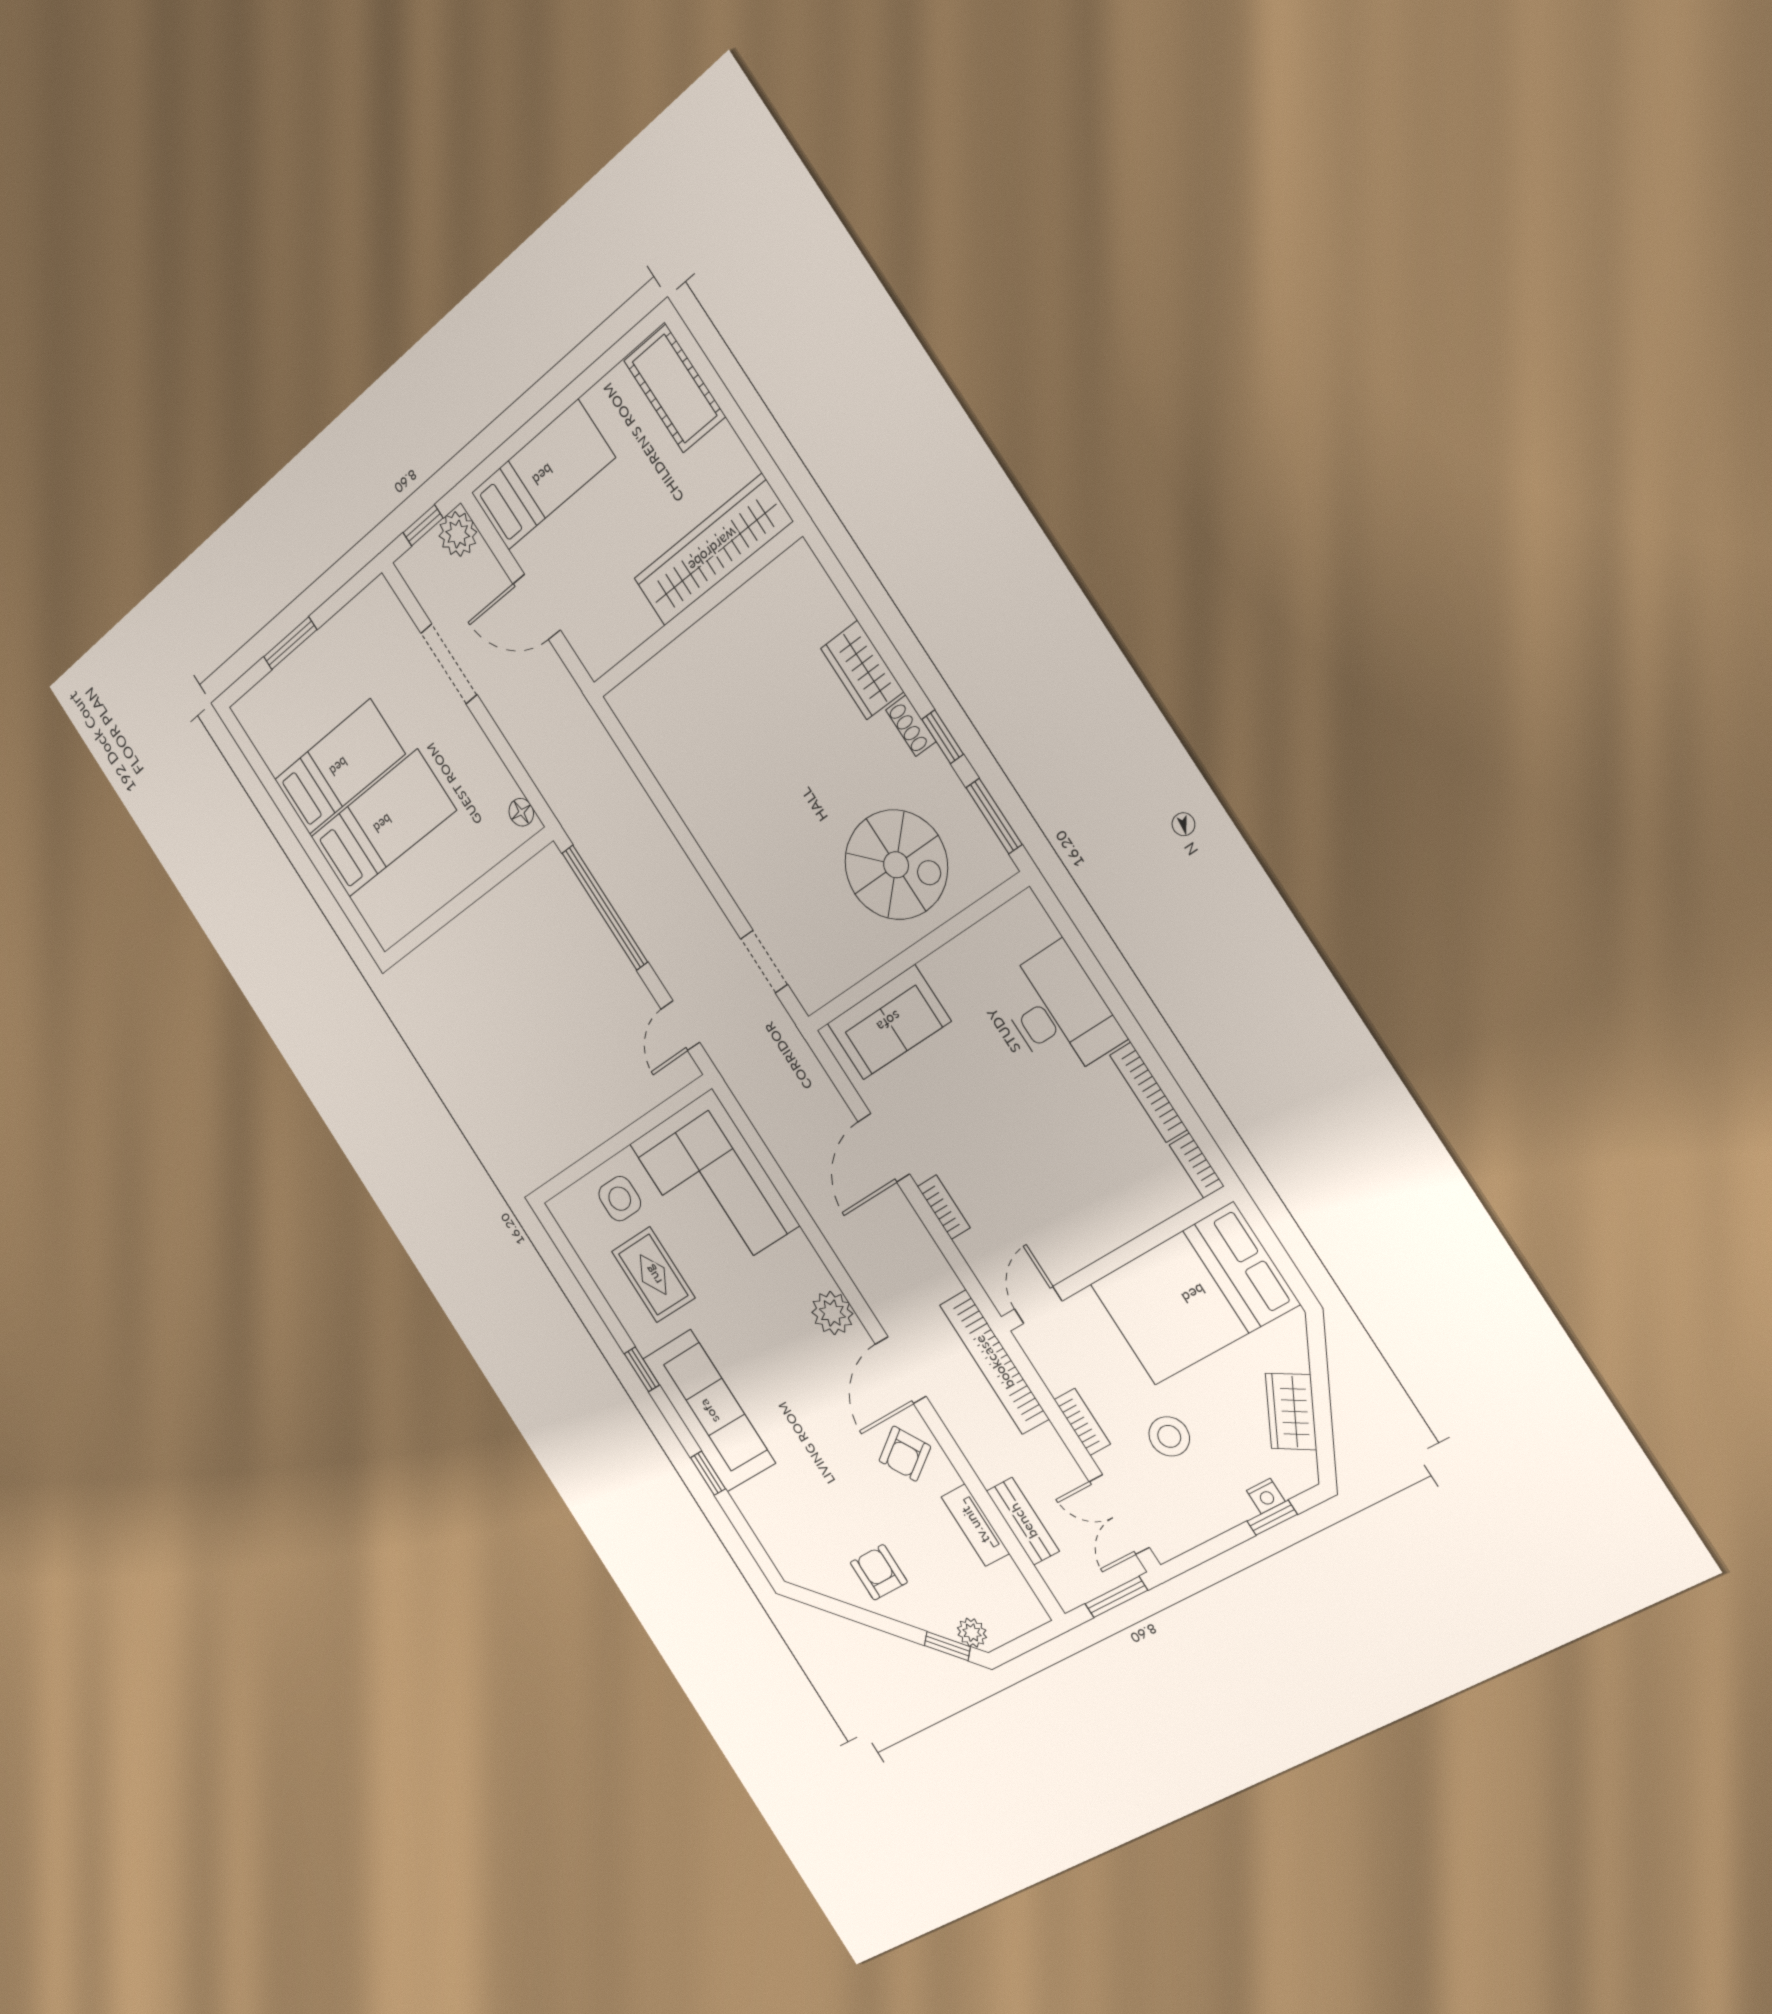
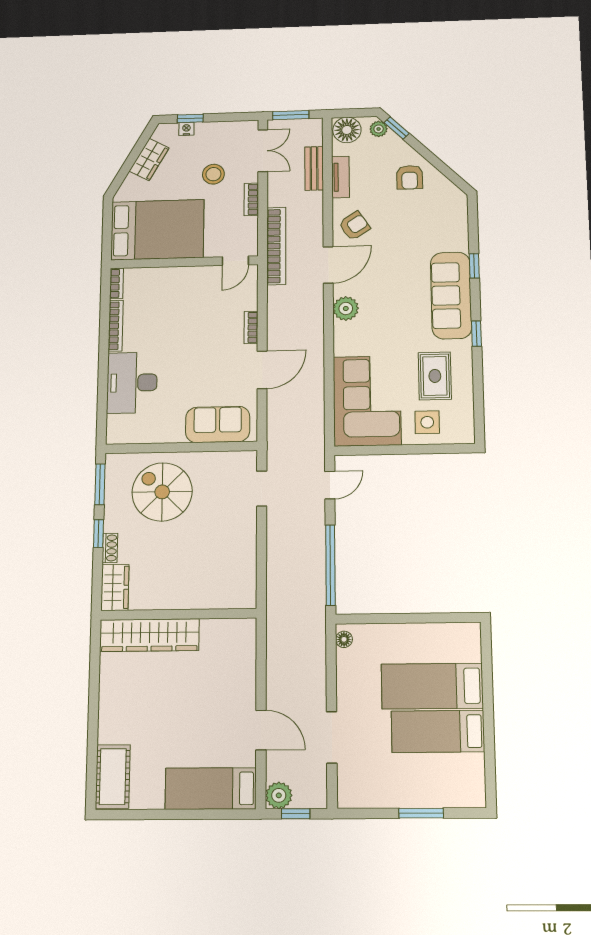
wardrobe: (713, 550) -> (149, 635), moved
wall: (696, 611) -> (178, 614), moved
floor lamp: (1016, 1610) -> (347, 130), added

